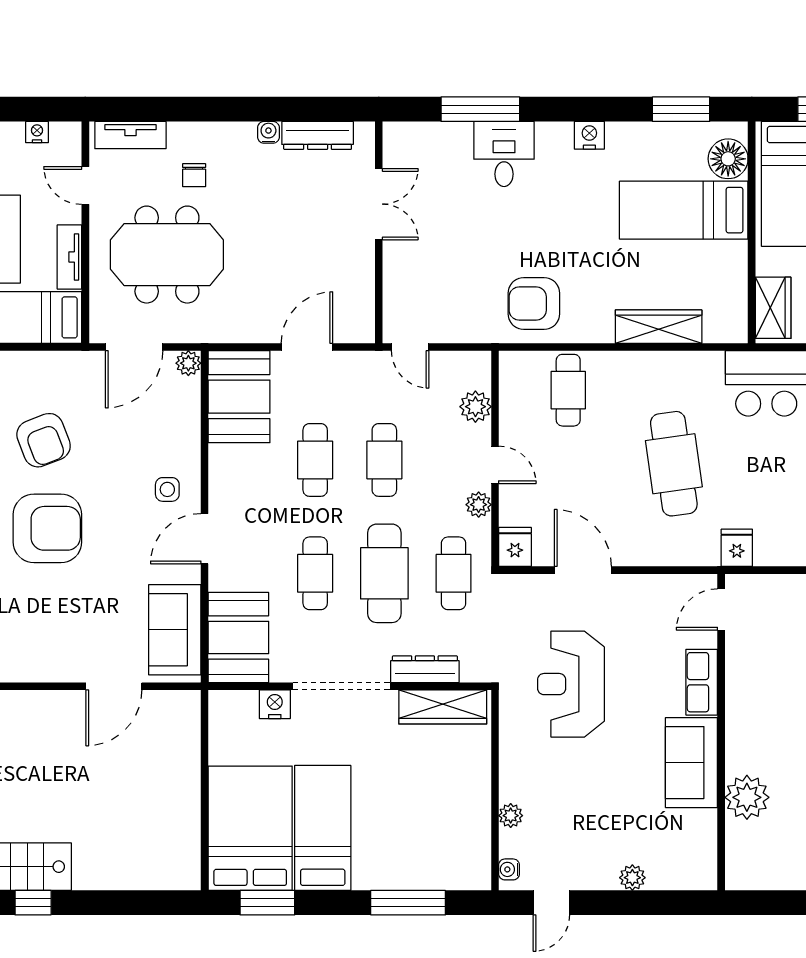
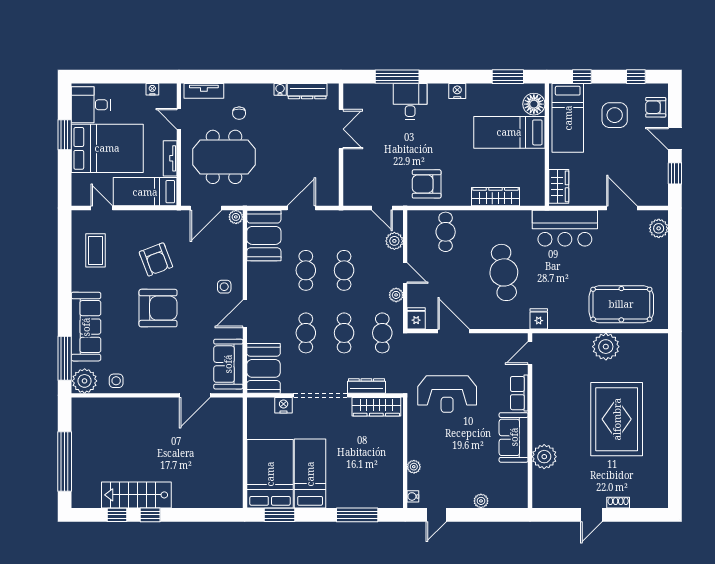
door: (410, 347) -> (382, 208), moved
cafe table: (384, 573) -> (344, 333), width x0.73, depth x0.74
reception desk: (571, 684) -> (447, 394), turned -90

